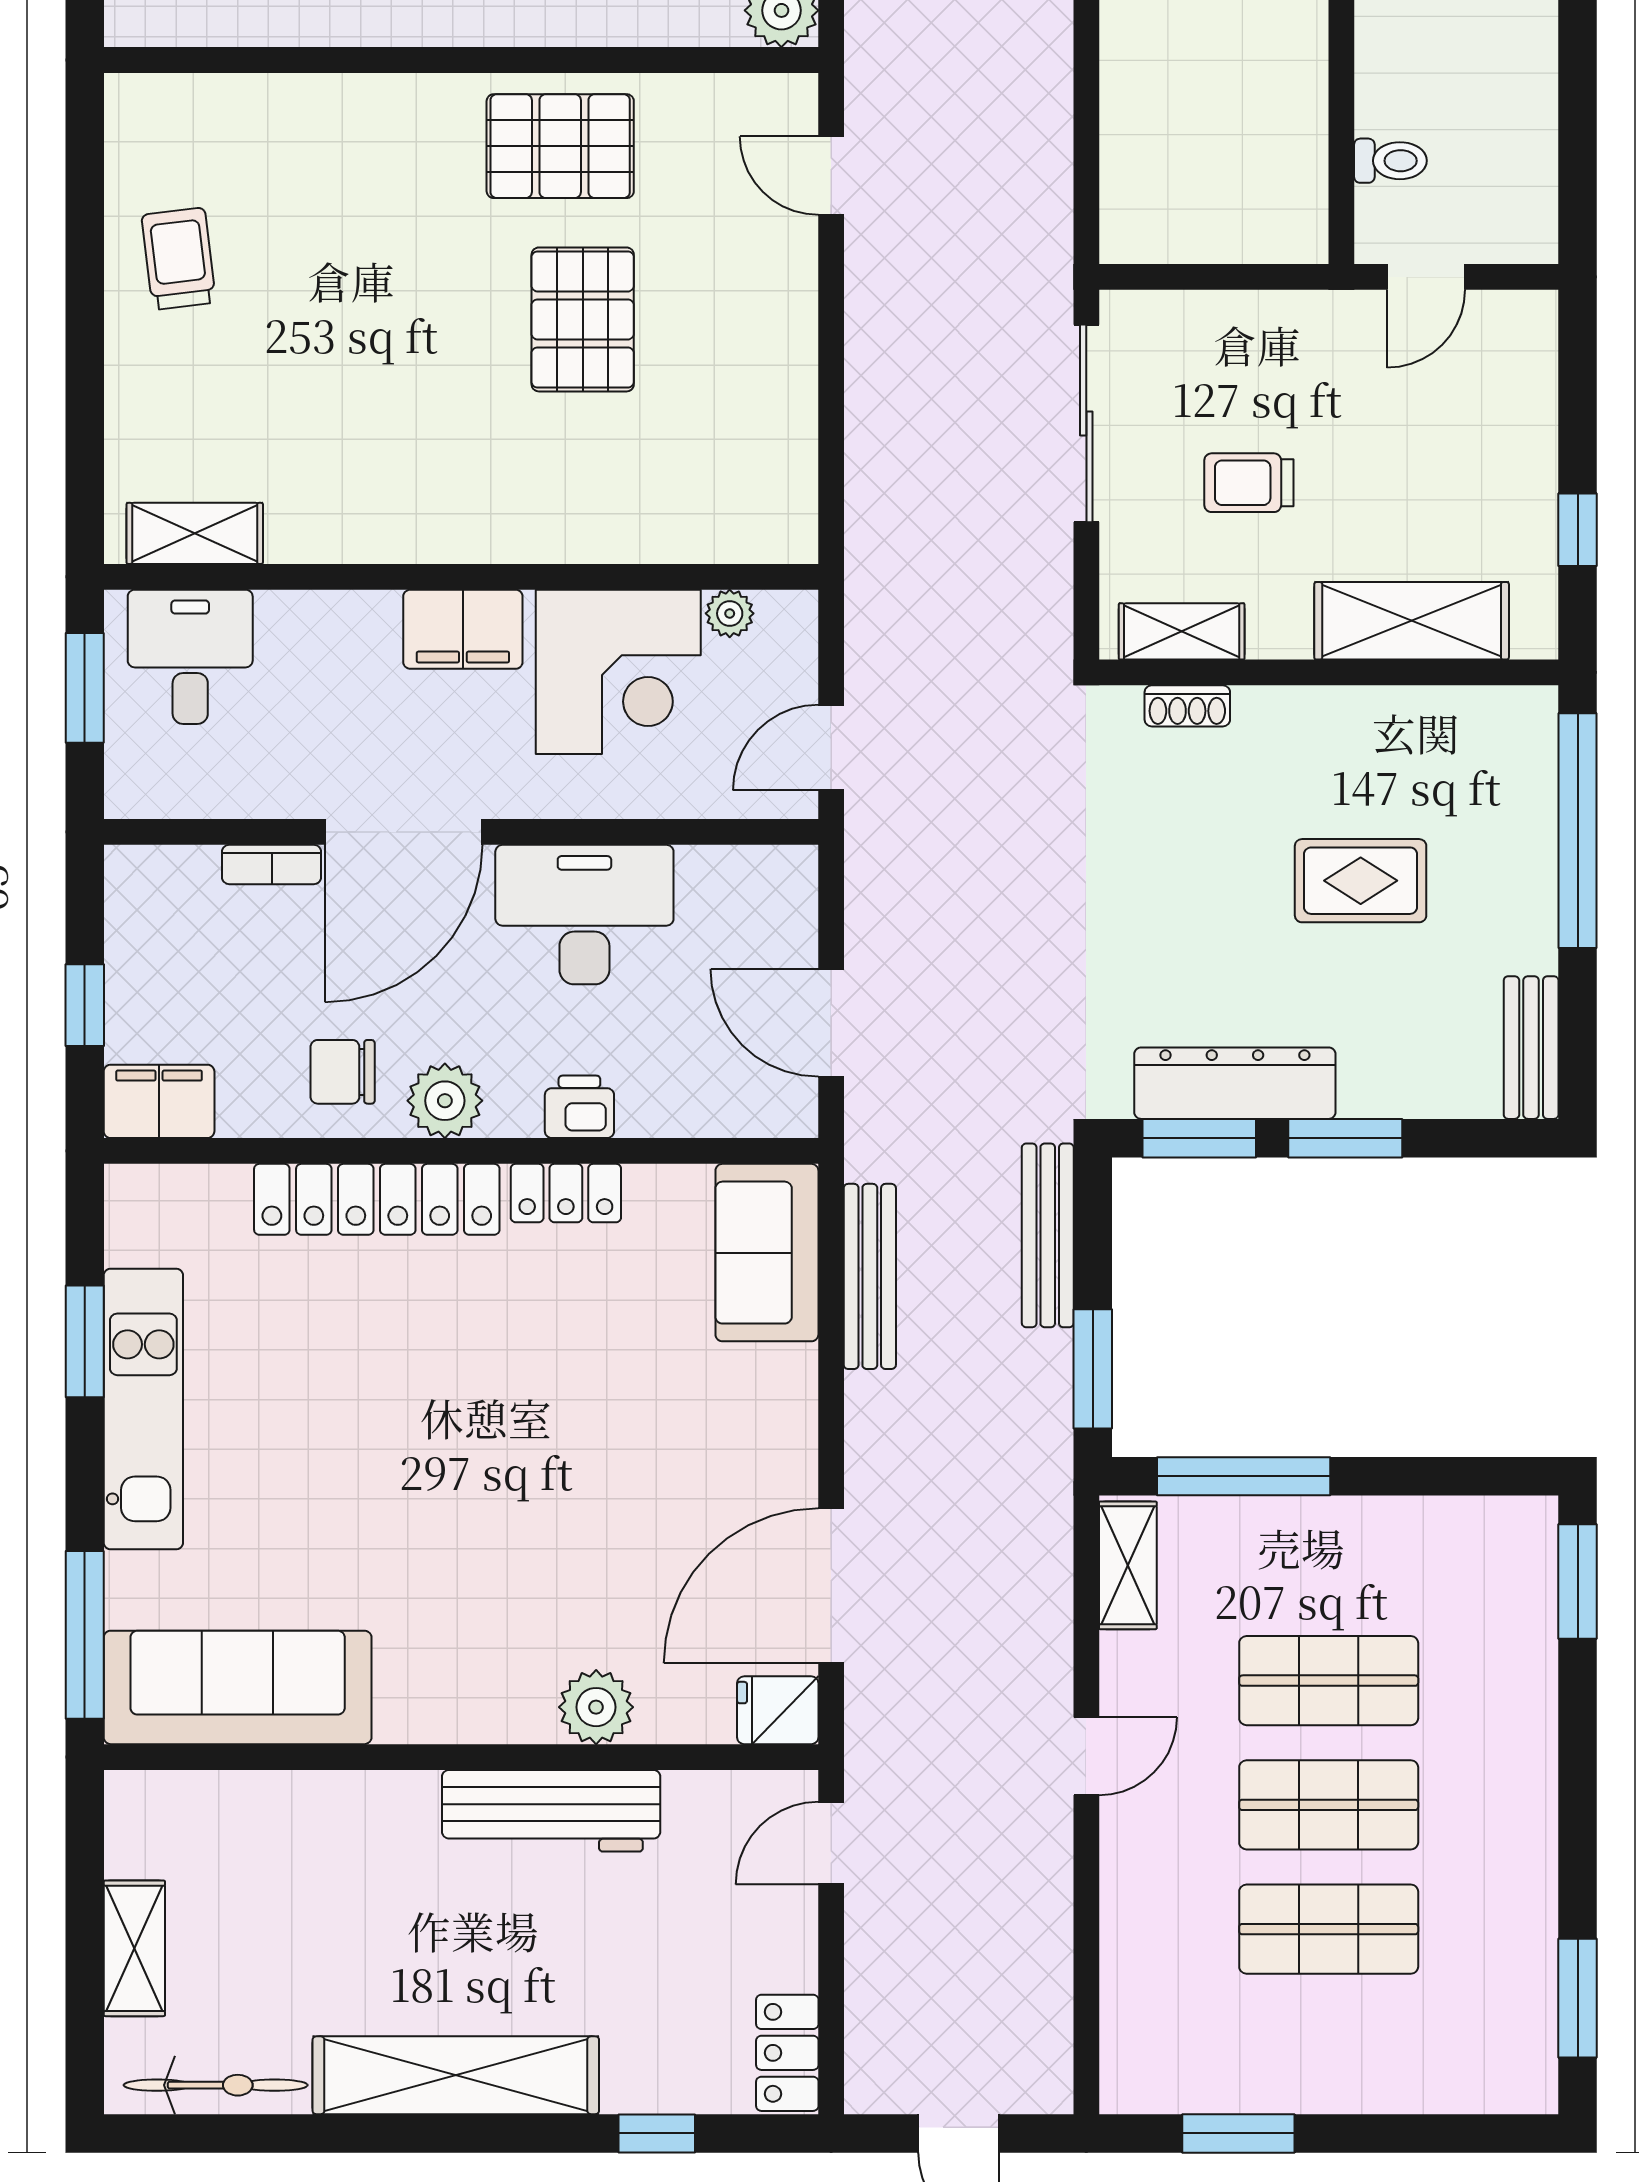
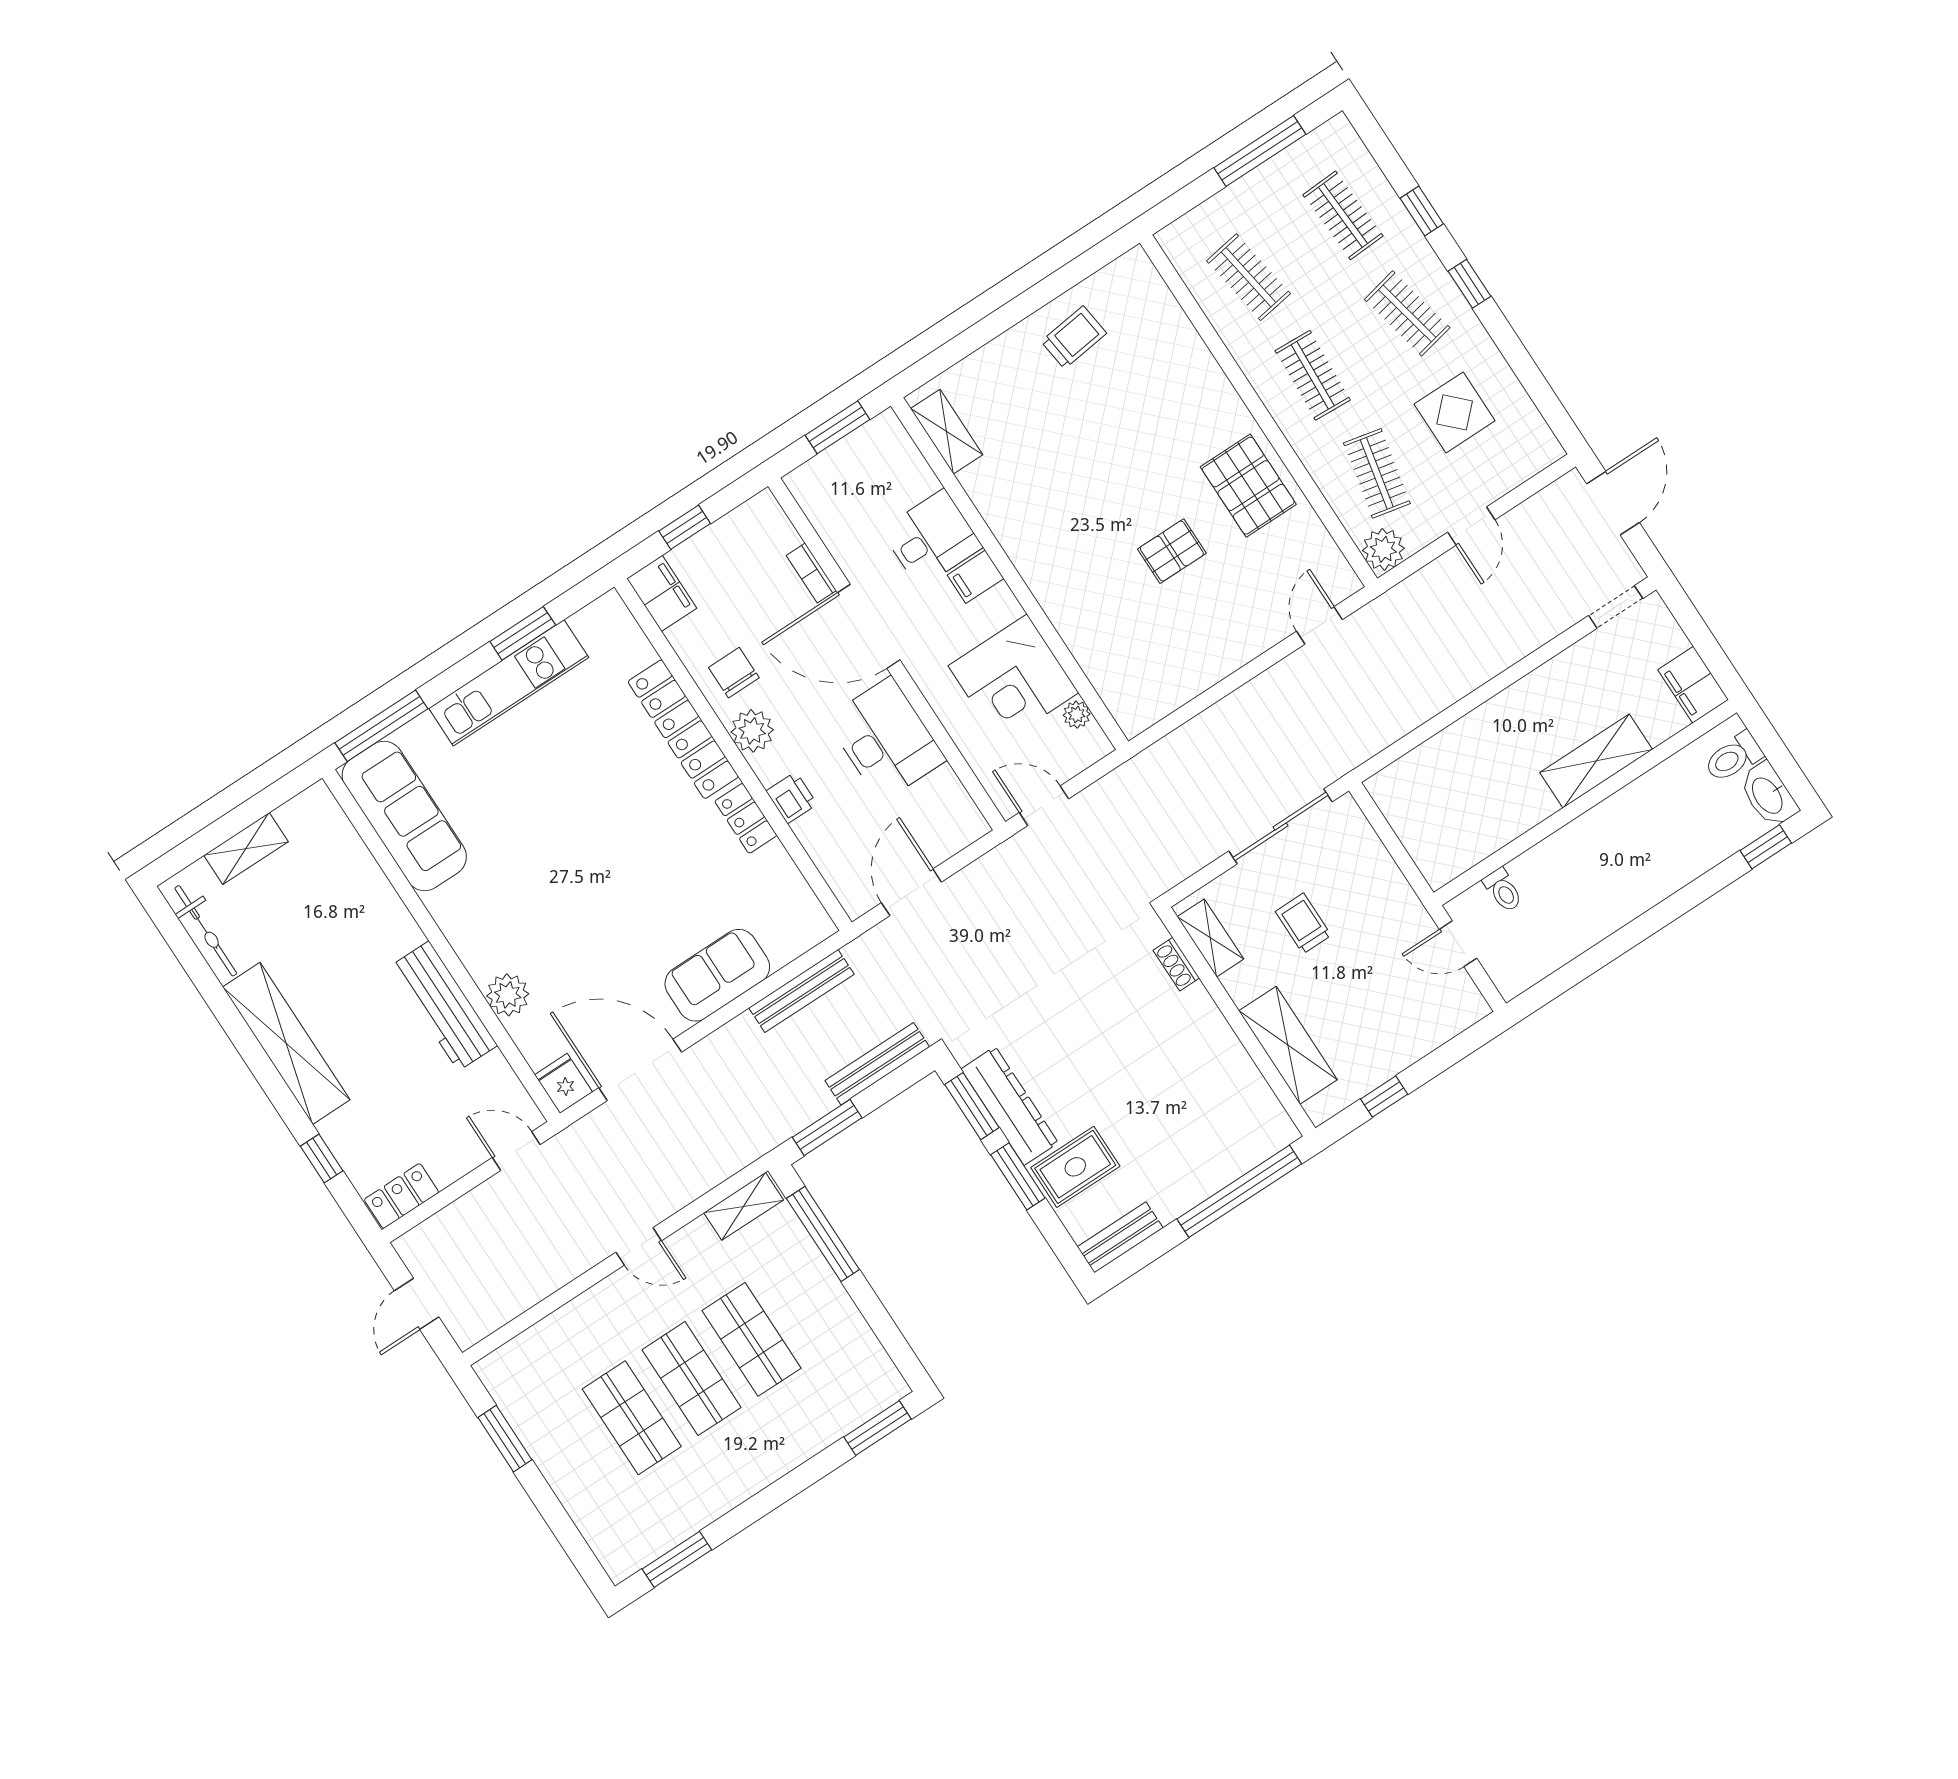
pallet: (583, 319) -> (1172, 551), width x0.67, depth x0.71
filing cabinet: (463, 629) -> (976, 577), width x0.50
desk: (190, 657) -> (932, 539), moved
rug: (1361, 881) -> (1075, 1167), moved, turned 90
sofa: (767, 1253) -> (717, 975), moved

